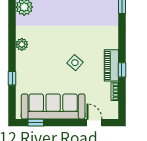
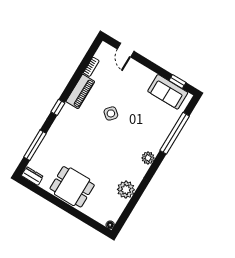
window: (122, 70) -> (58, 107), moved
window: (12, 78) -> (175, 133), width x3.17
sofa: (53, 106) -> (168, 92), width x0.54, depth x0.79

